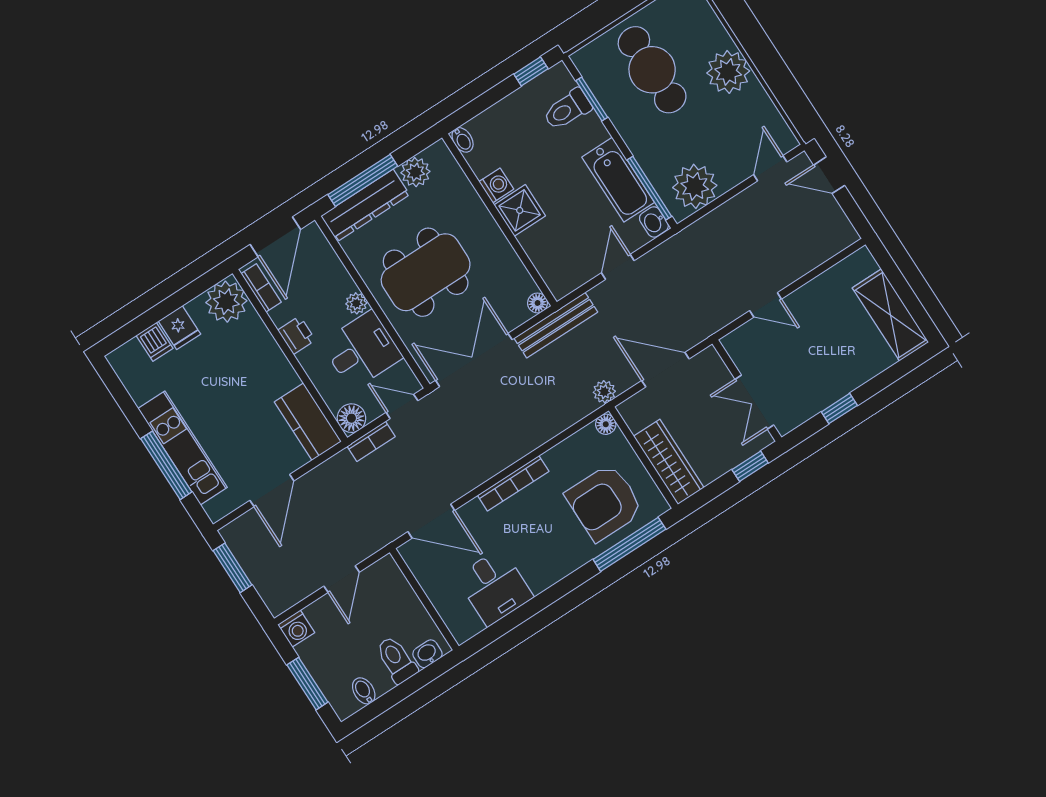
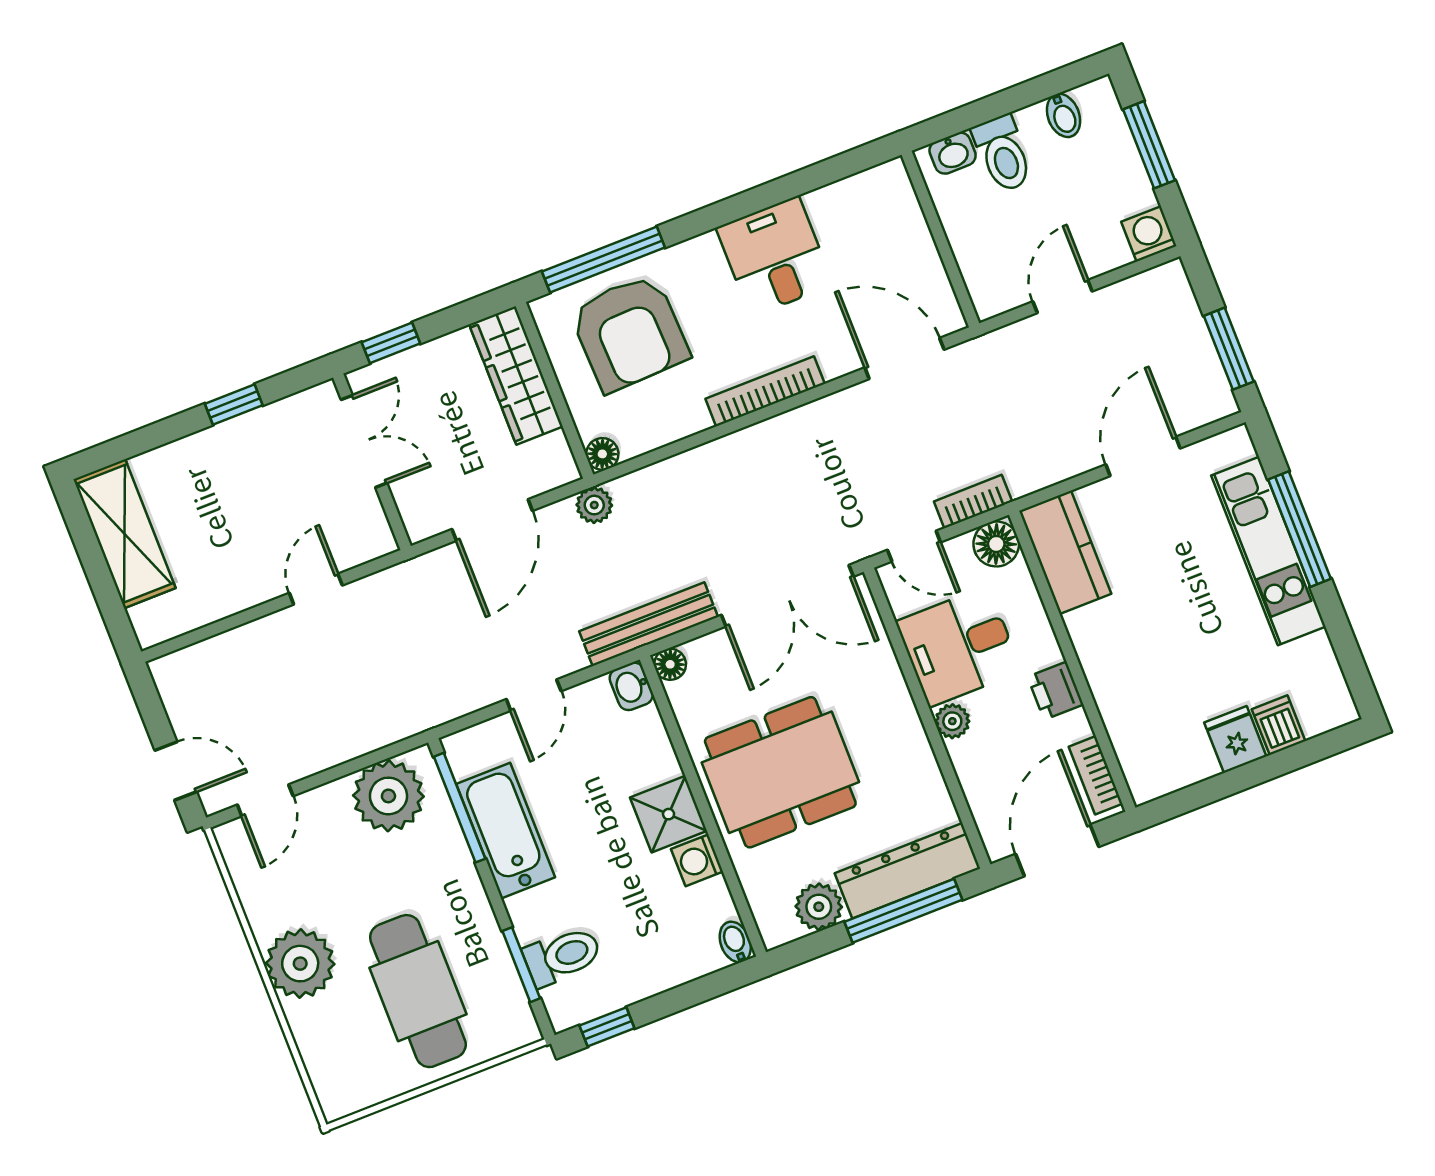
washbasin: (654, 222) -> (631, 686), moved, turned 180
dining table: (426, 272) -> (780, 772), moved
plant: (226, 302) -> (1154, 765), removed
door: (766, 305) -> (316, 589), hinge flipped
door: (665, 370) -> (492, 520), hinge flipped
armchair: (604, 502) -> (629, 333), turned 88
desk: (495, 587) -> (775, 256), moved

